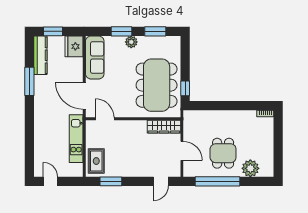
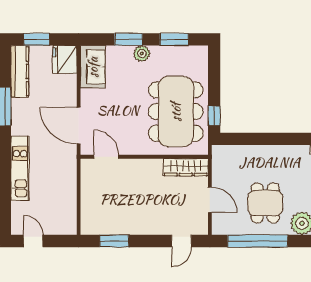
sofa: (95, 58) -> (93, 67), width x0.73
kitchen unit: (76, 139) -> (20, 168), moved, turned 180
rug: (96, 161) -> (95, 214), removed

